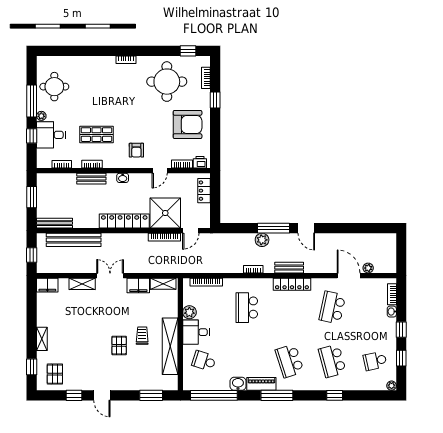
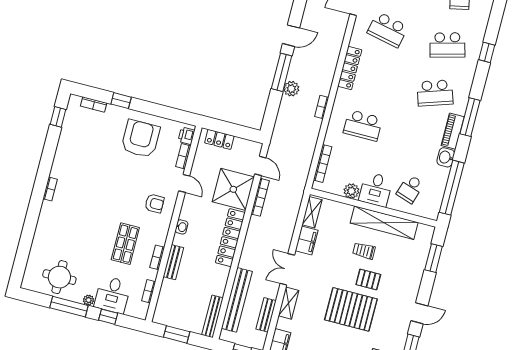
round table: (167, 82) -> (86, 150), removed
bench: (289, 268) -> (266, 315), moved
pallet: (90, 337) -> (351, 309), added

